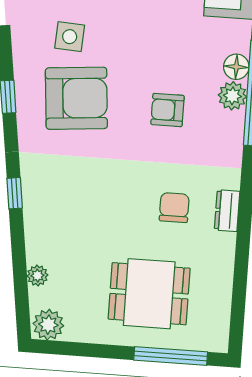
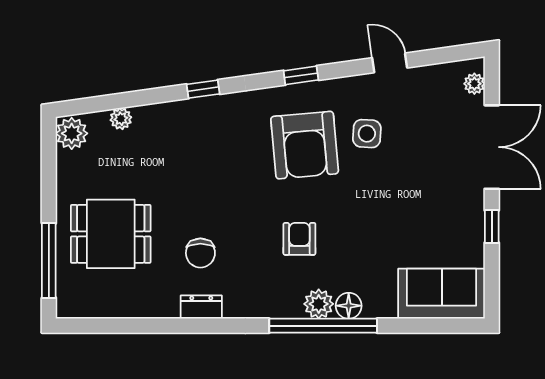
chair: (174, 208) -> (200, 253), turned 90
dining table: (149, 294) -> (111, 234), turned 90

